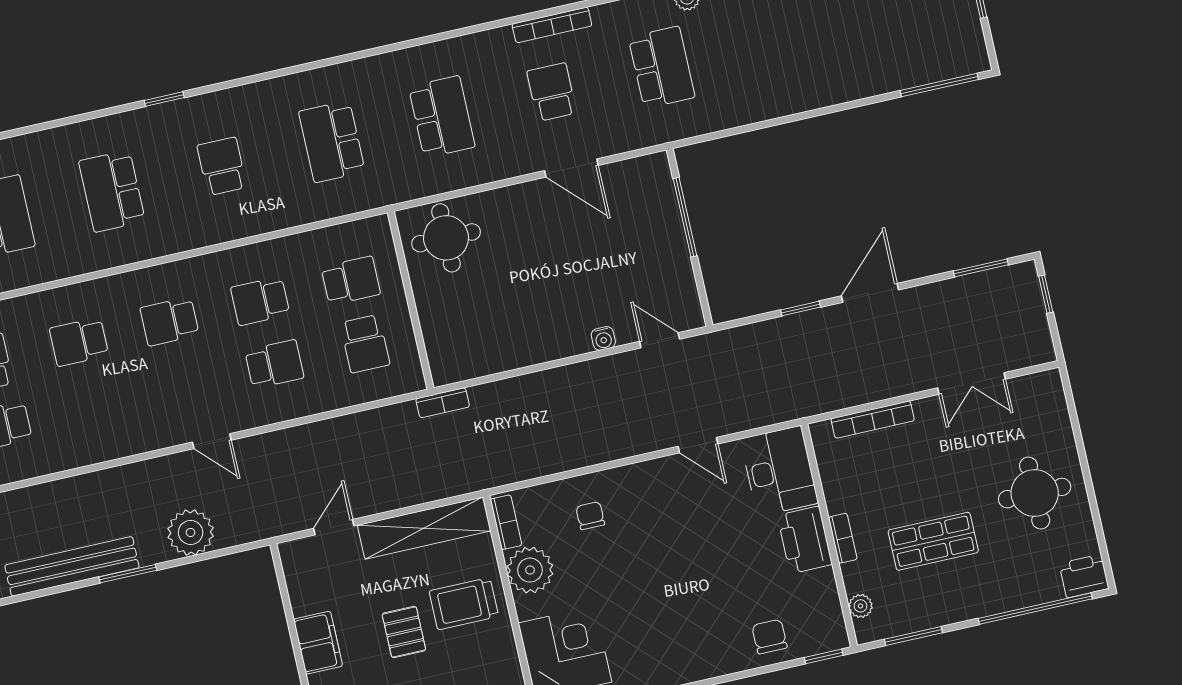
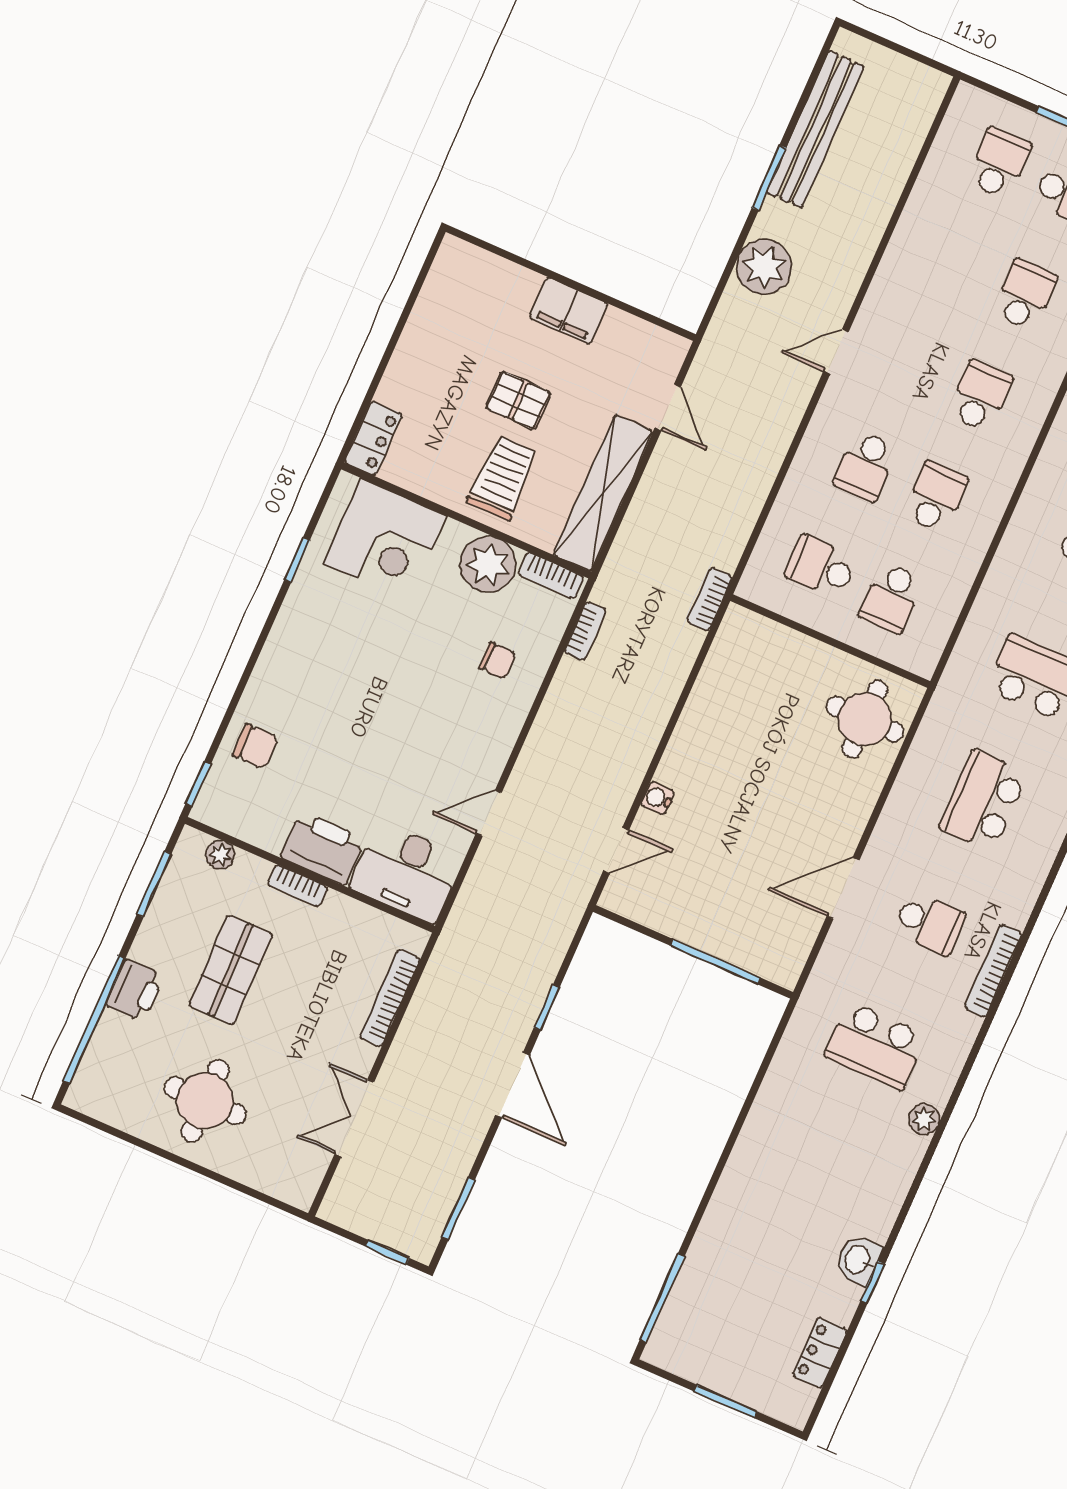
school desk: (442, 117) -> (983, 800), turned 90
bookcase: (526, 471) -> (585, 631), added
printer: (1084, 576) -> (135, 990), moved

